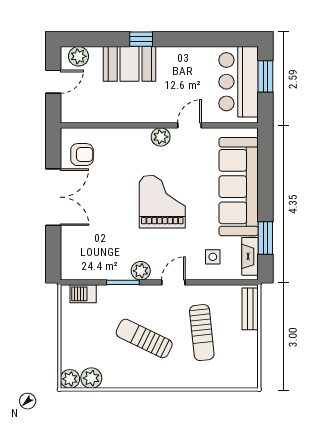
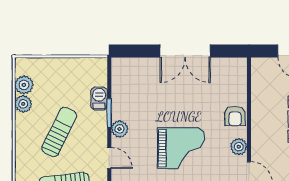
armchair: (82, 155) -> (235, 116), moved
barbecue: (83, 294) -> (99, 99), moved
plant: (70, 379) -> (23, 104), moved

